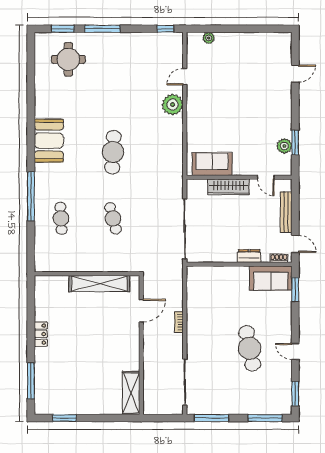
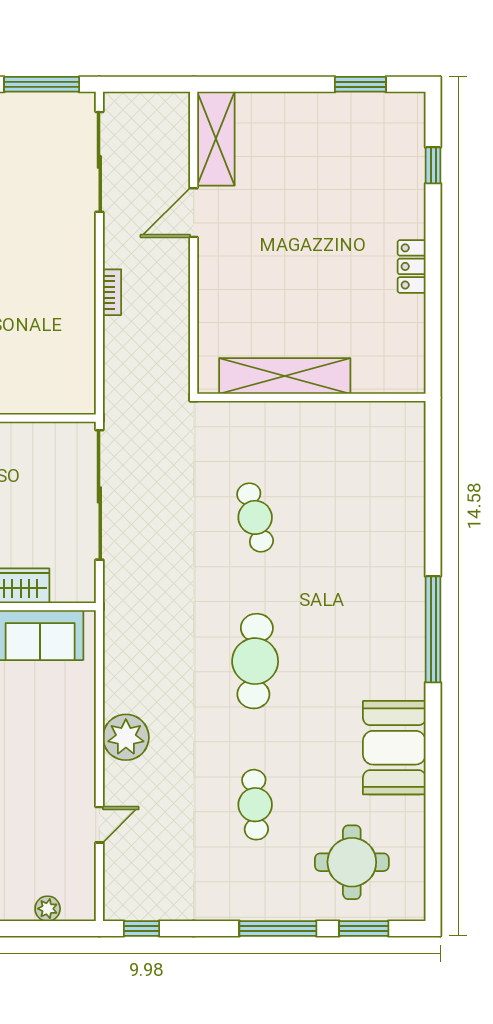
plant: (173, 105) -> (126, 737), moved
booth: (49, 141) -> (394, 748), moved
window: (31, 196) -> (433, 629), moved
cafe table: (61, 218) -> (255, 805), moved
door: (141, 311) -> (194, 213), moved
window: (31, 381) -> (433, 165), width x0.46

